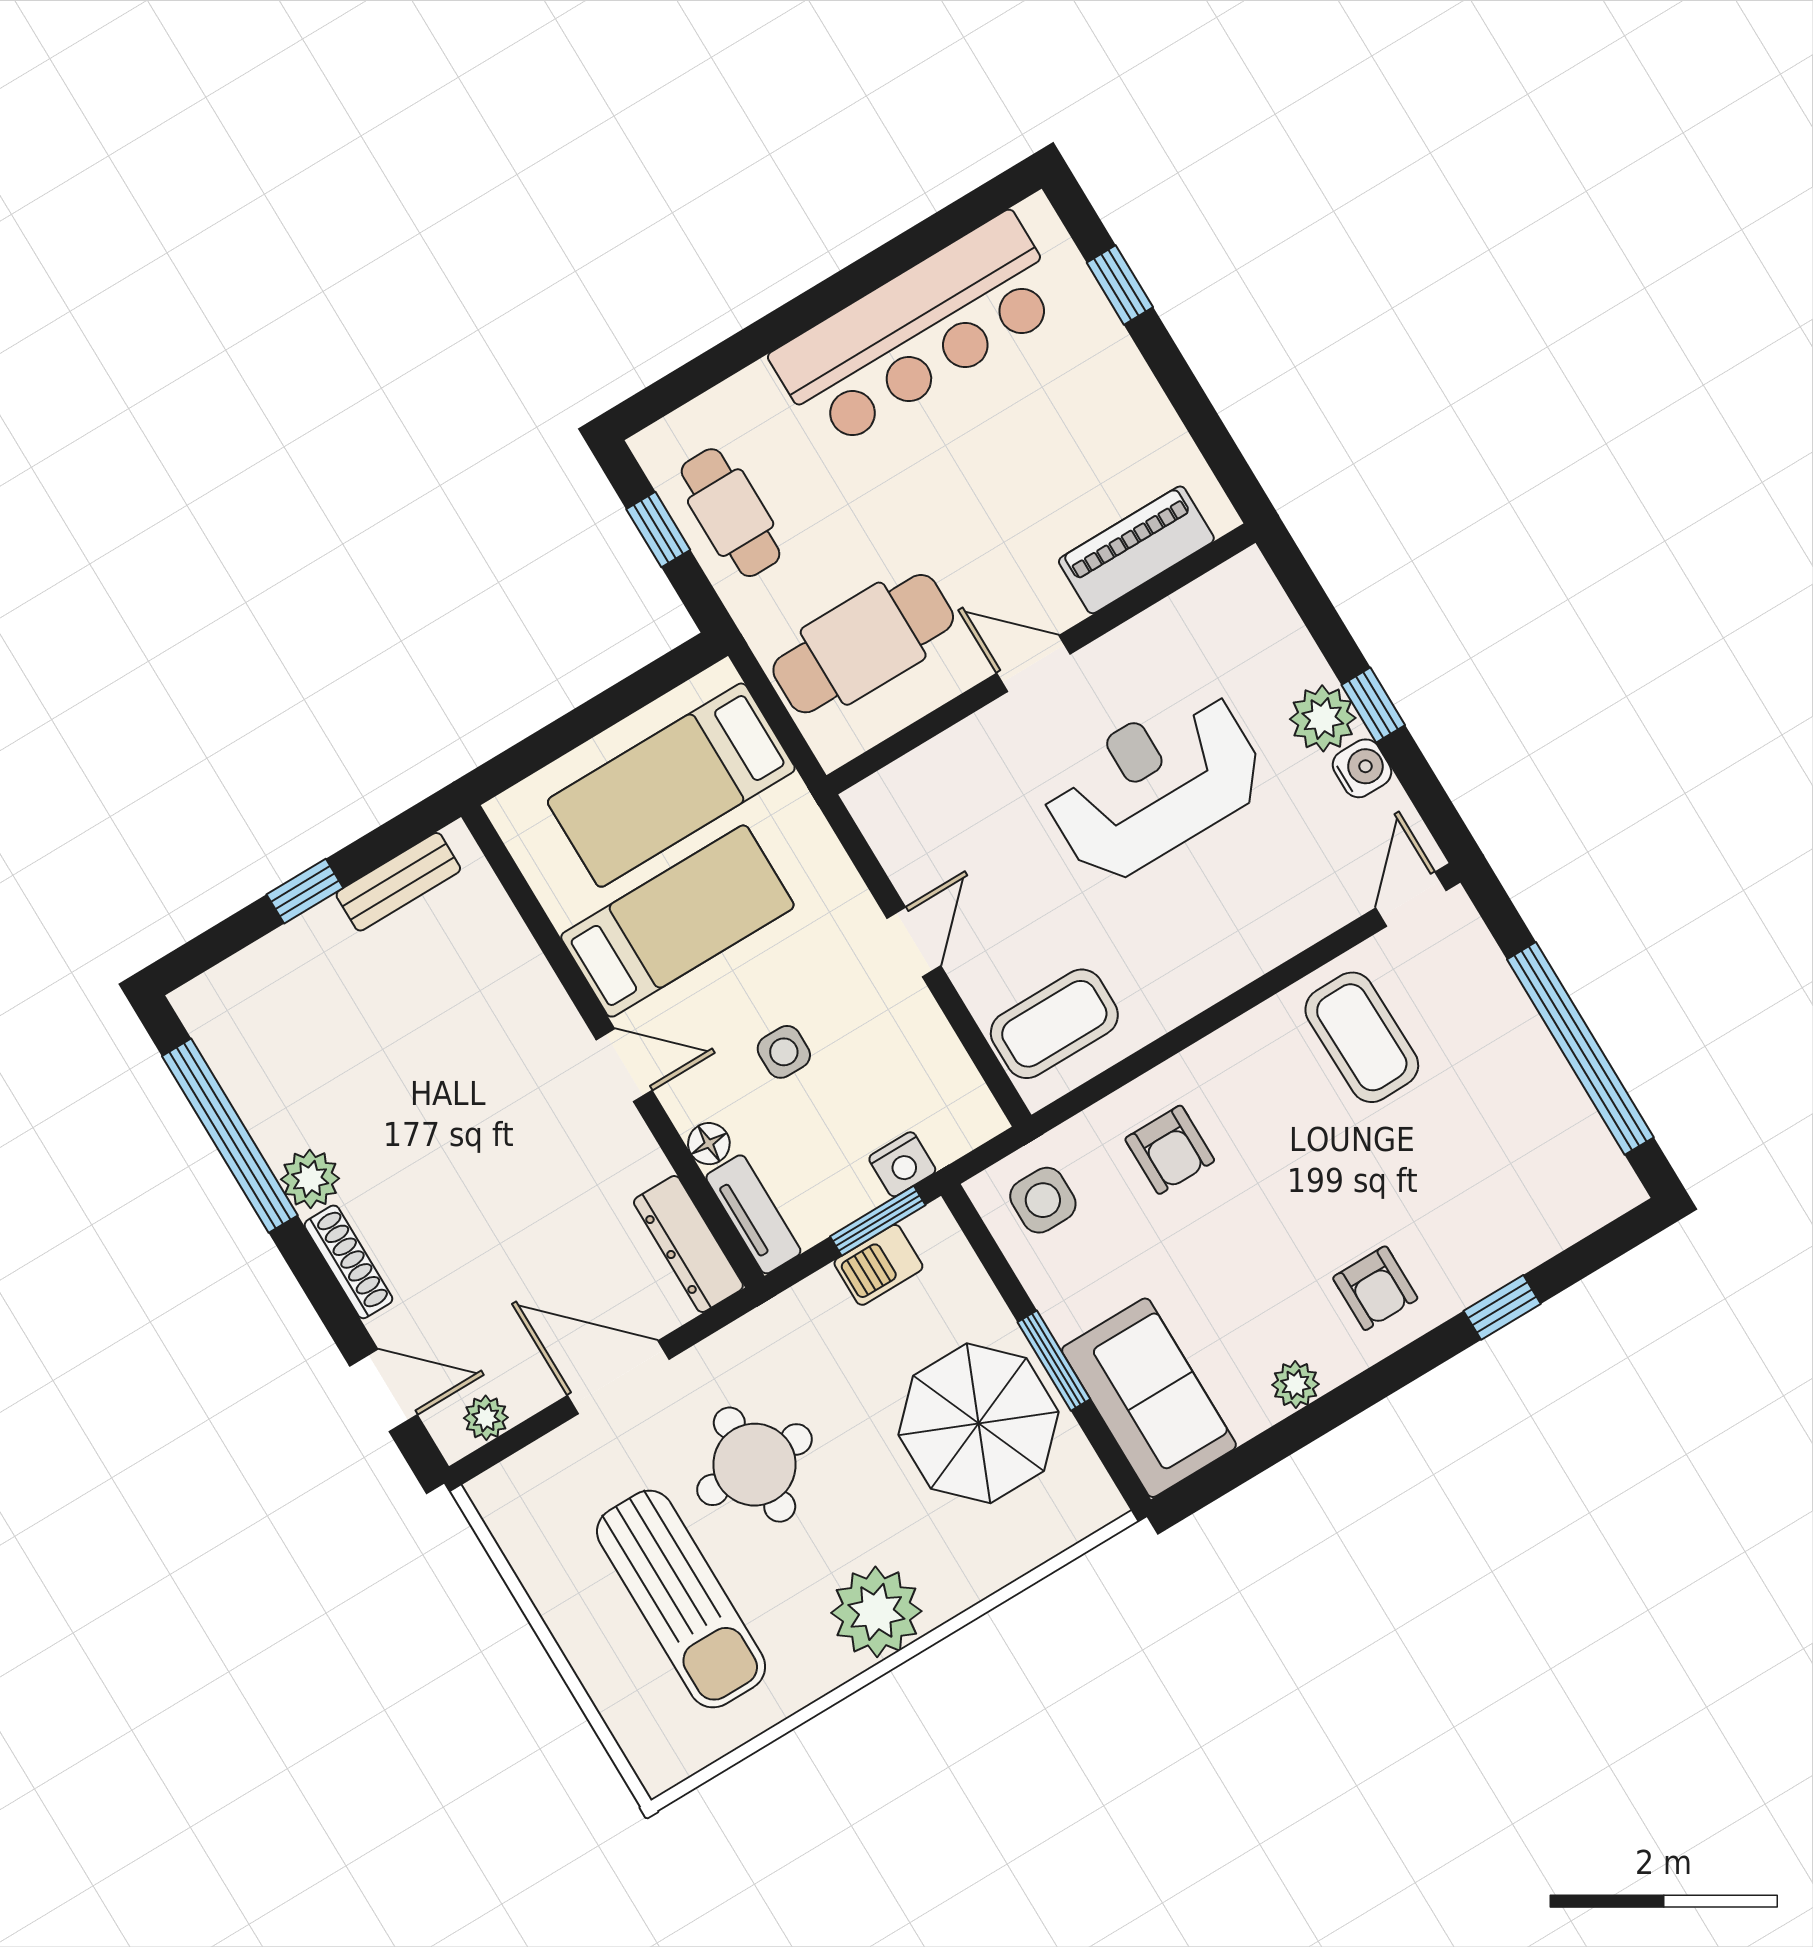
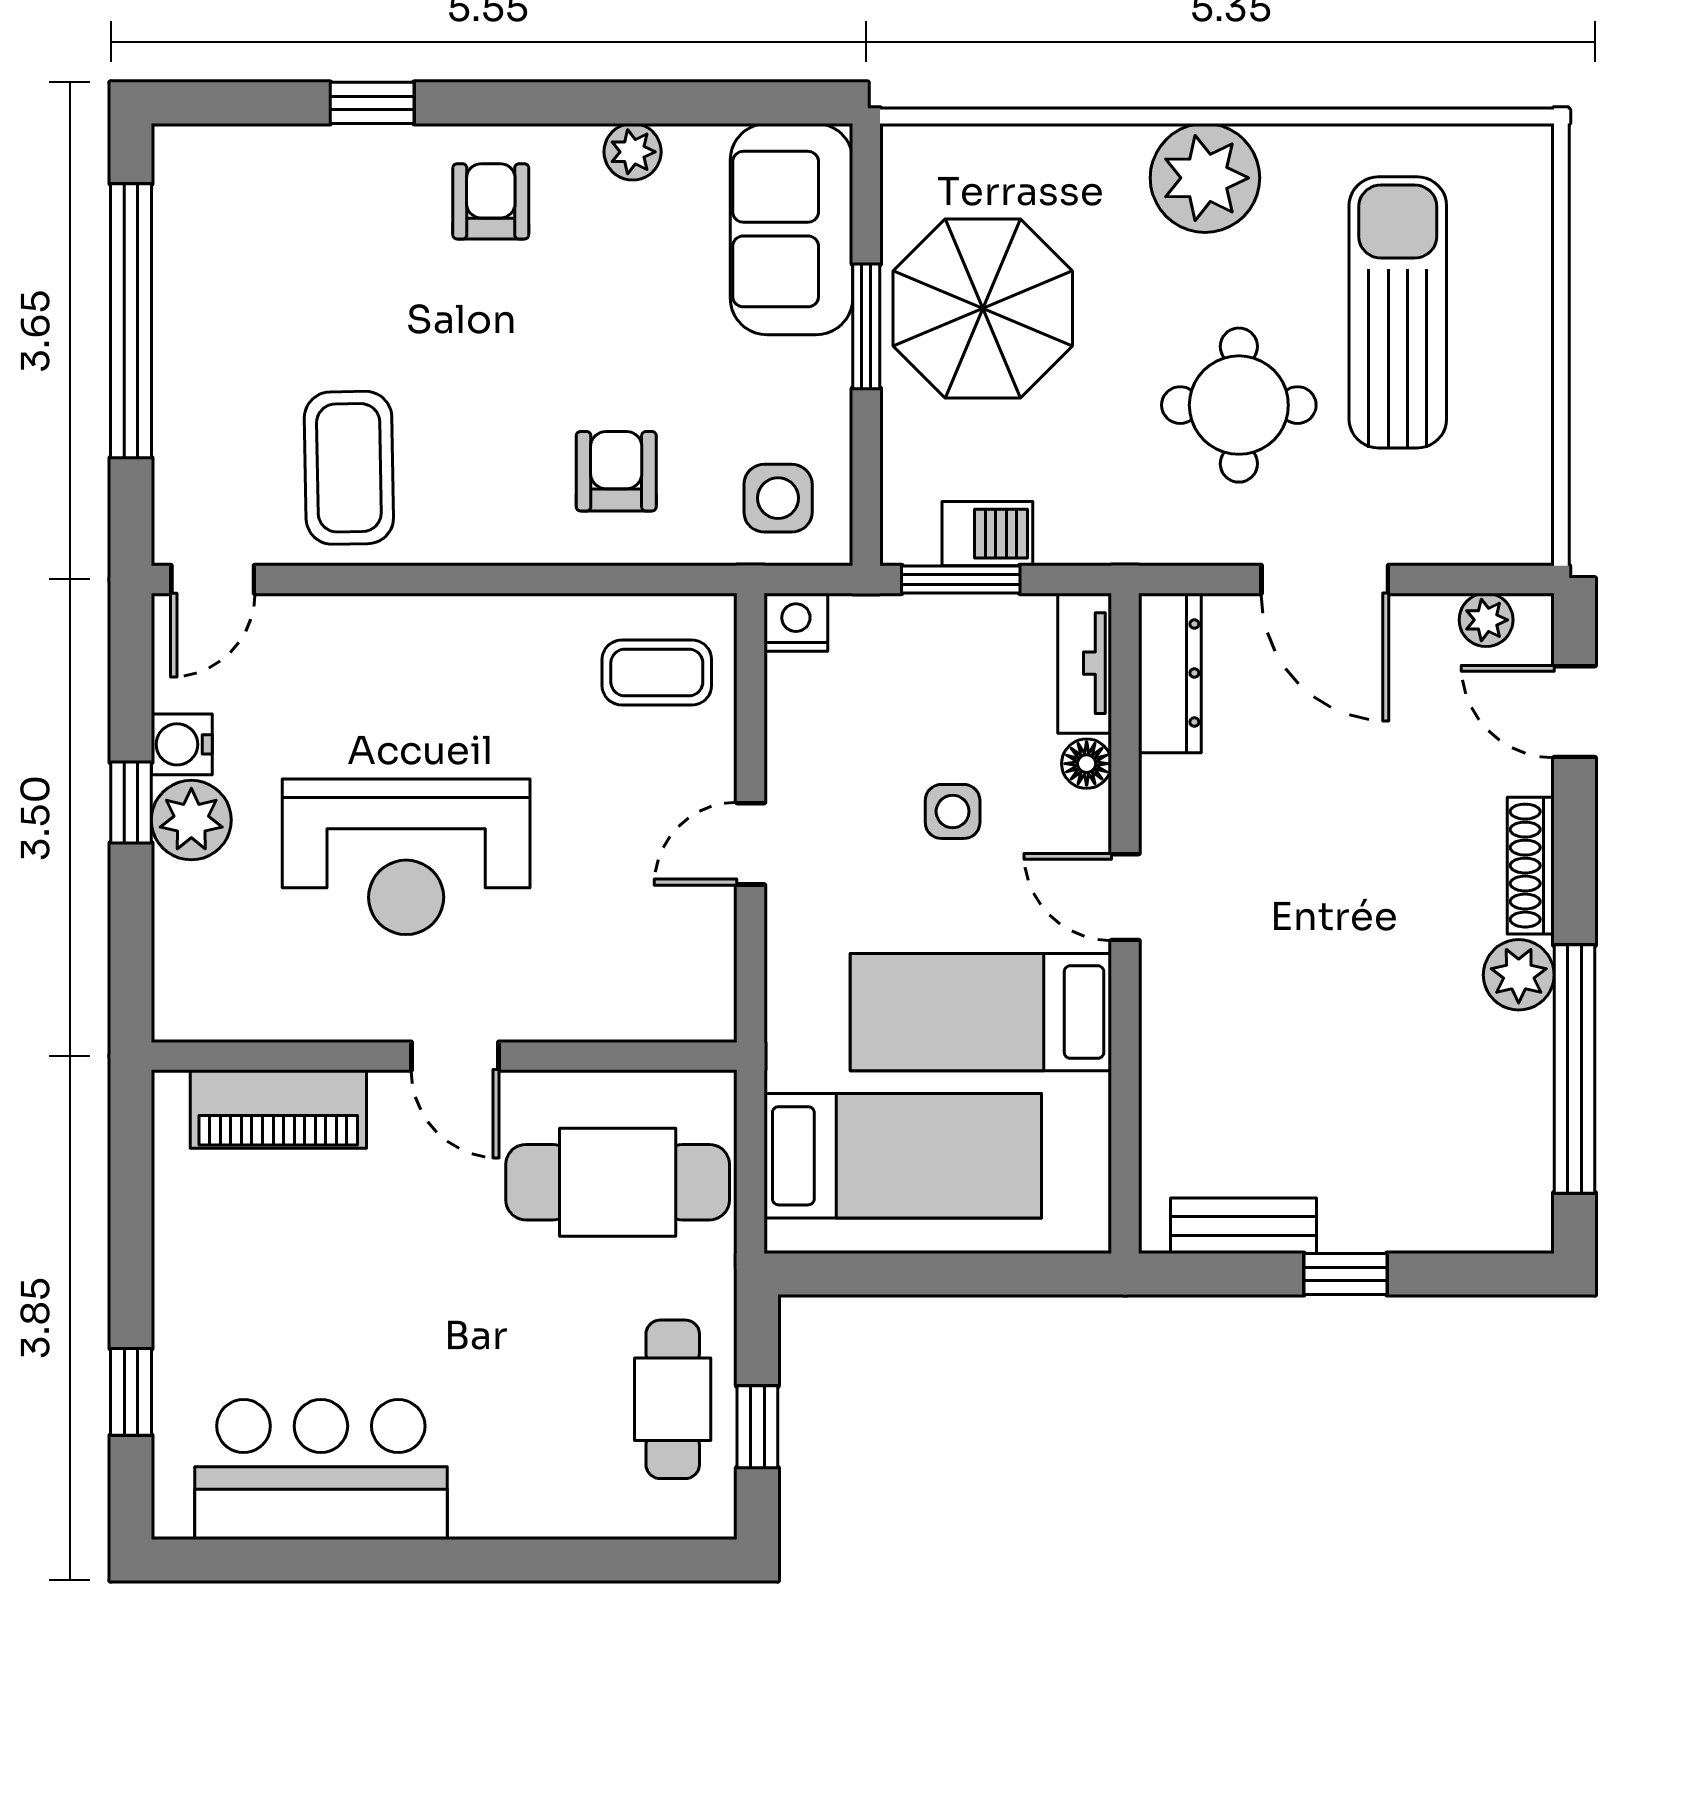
bar counter: (918, 331) -> (321, 1469), width x0.73
coffee table: (1054, 1024) -> (657, 672), width x0.73, depth x0.77
nightstand: (902, 1164) -> (796, 622), moved

